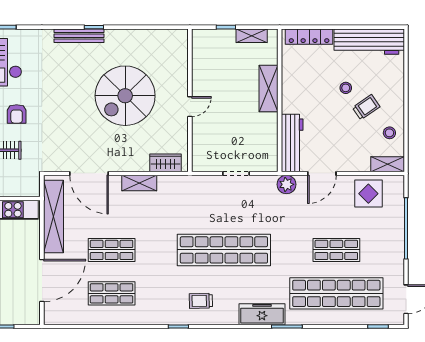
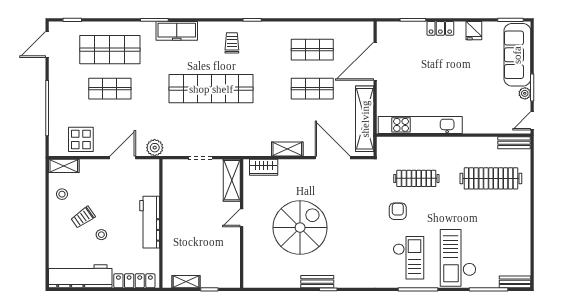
bench: (79, 36) -> (317, 282), moved, width x0.73
shelving: (269, 88) -> (232, 180), moved
workbench: (292, 143) -> (150, 222), moved
shop shelf: (336, 293) -> (110, 50), width x0.71
trolley: (201, 301) -> (232, 43), turned -89

